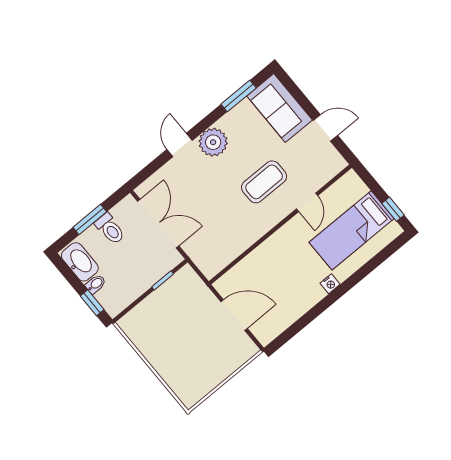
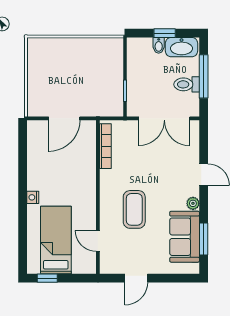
sofa: (280, 108) -> (185, 237), moved, turned -90
plant: (213, 142) -> (193, 203), width x0.53, depth x0.53
door: (307, 202) -> (98, 241), moved
window: (90, 220) -> (204, 76), width x1.44
bookcase: (228, 256) -> (105, 146), added
window: (92, 303) -> (165, 33), moved

